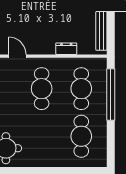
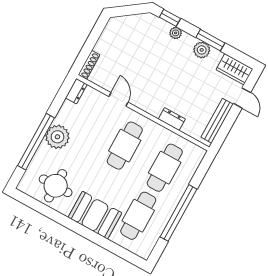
window: (111, 94) -> (179, 213), moved
booth: (48, 154) -> (95, 215), added

